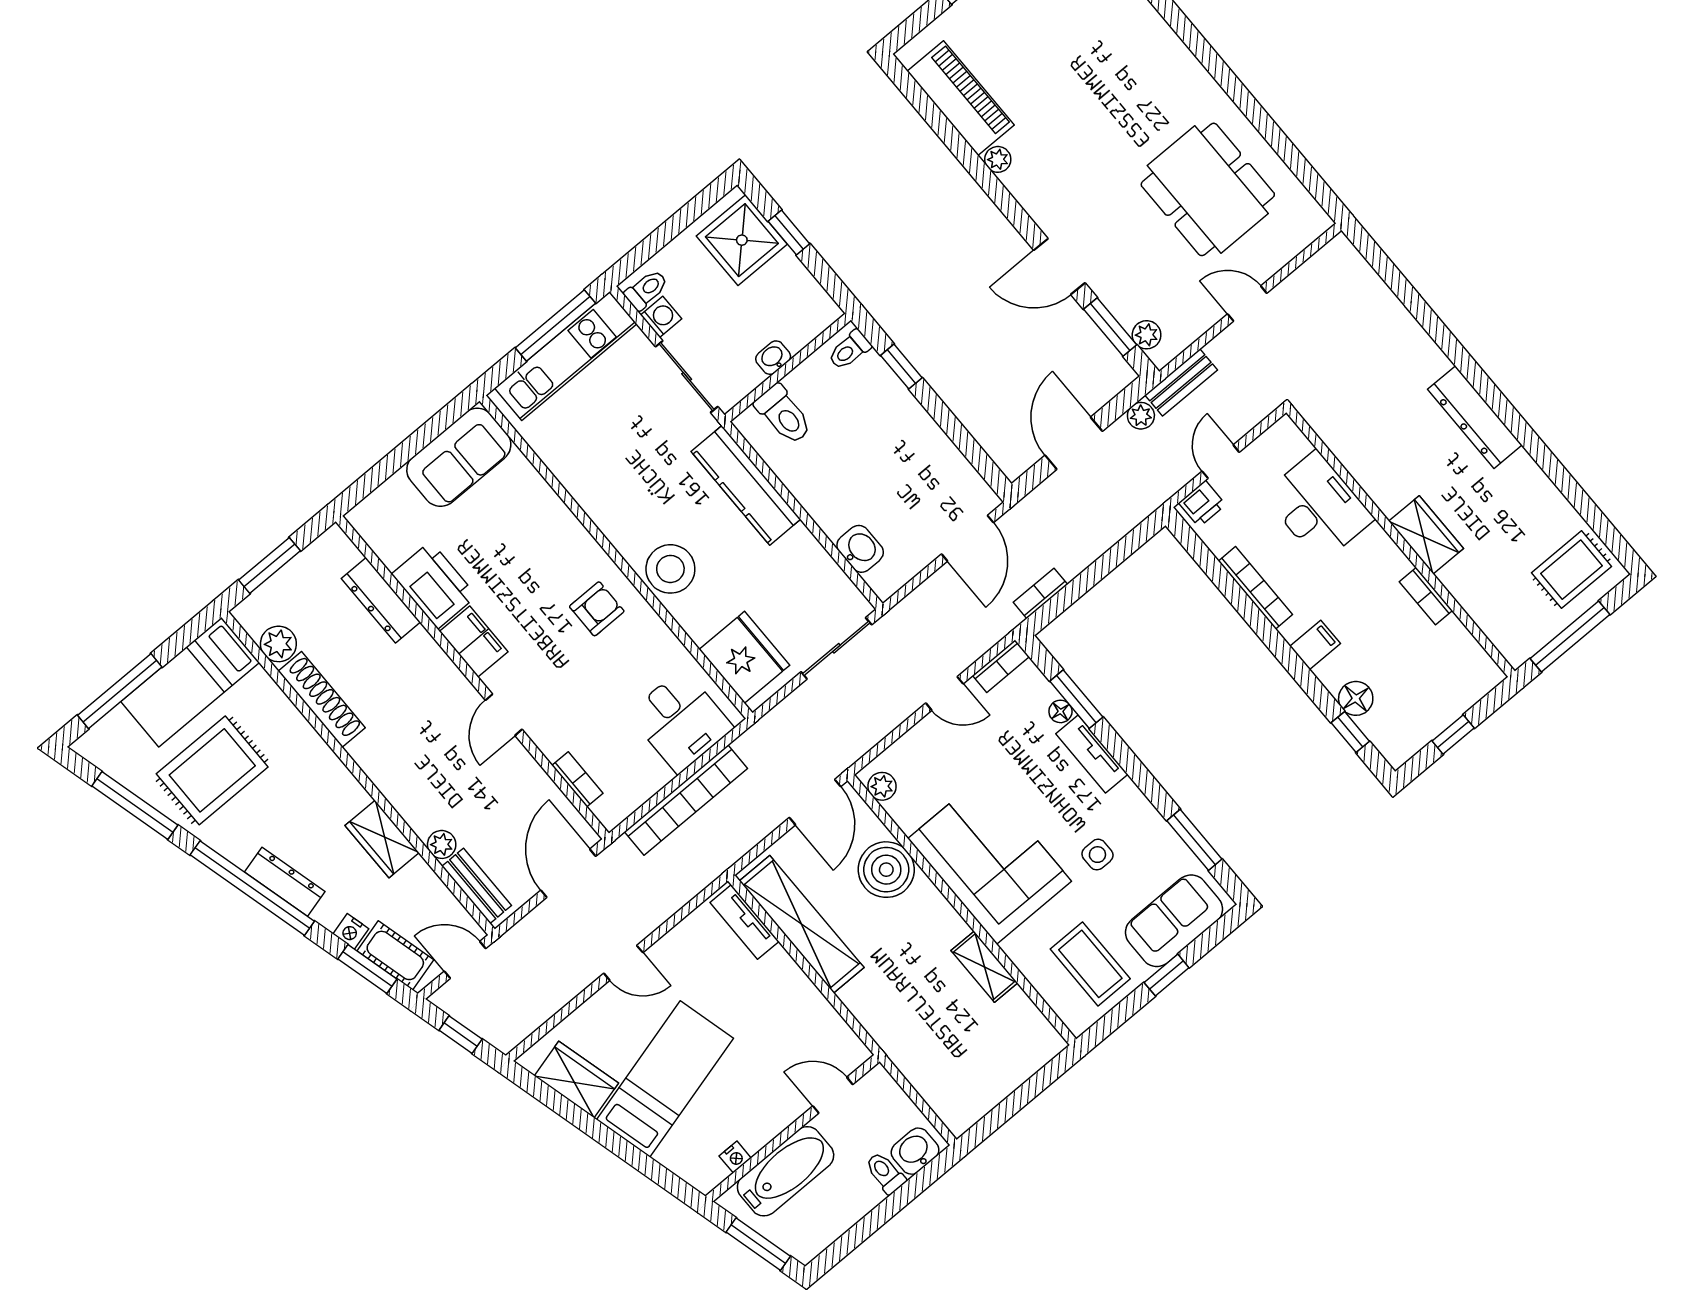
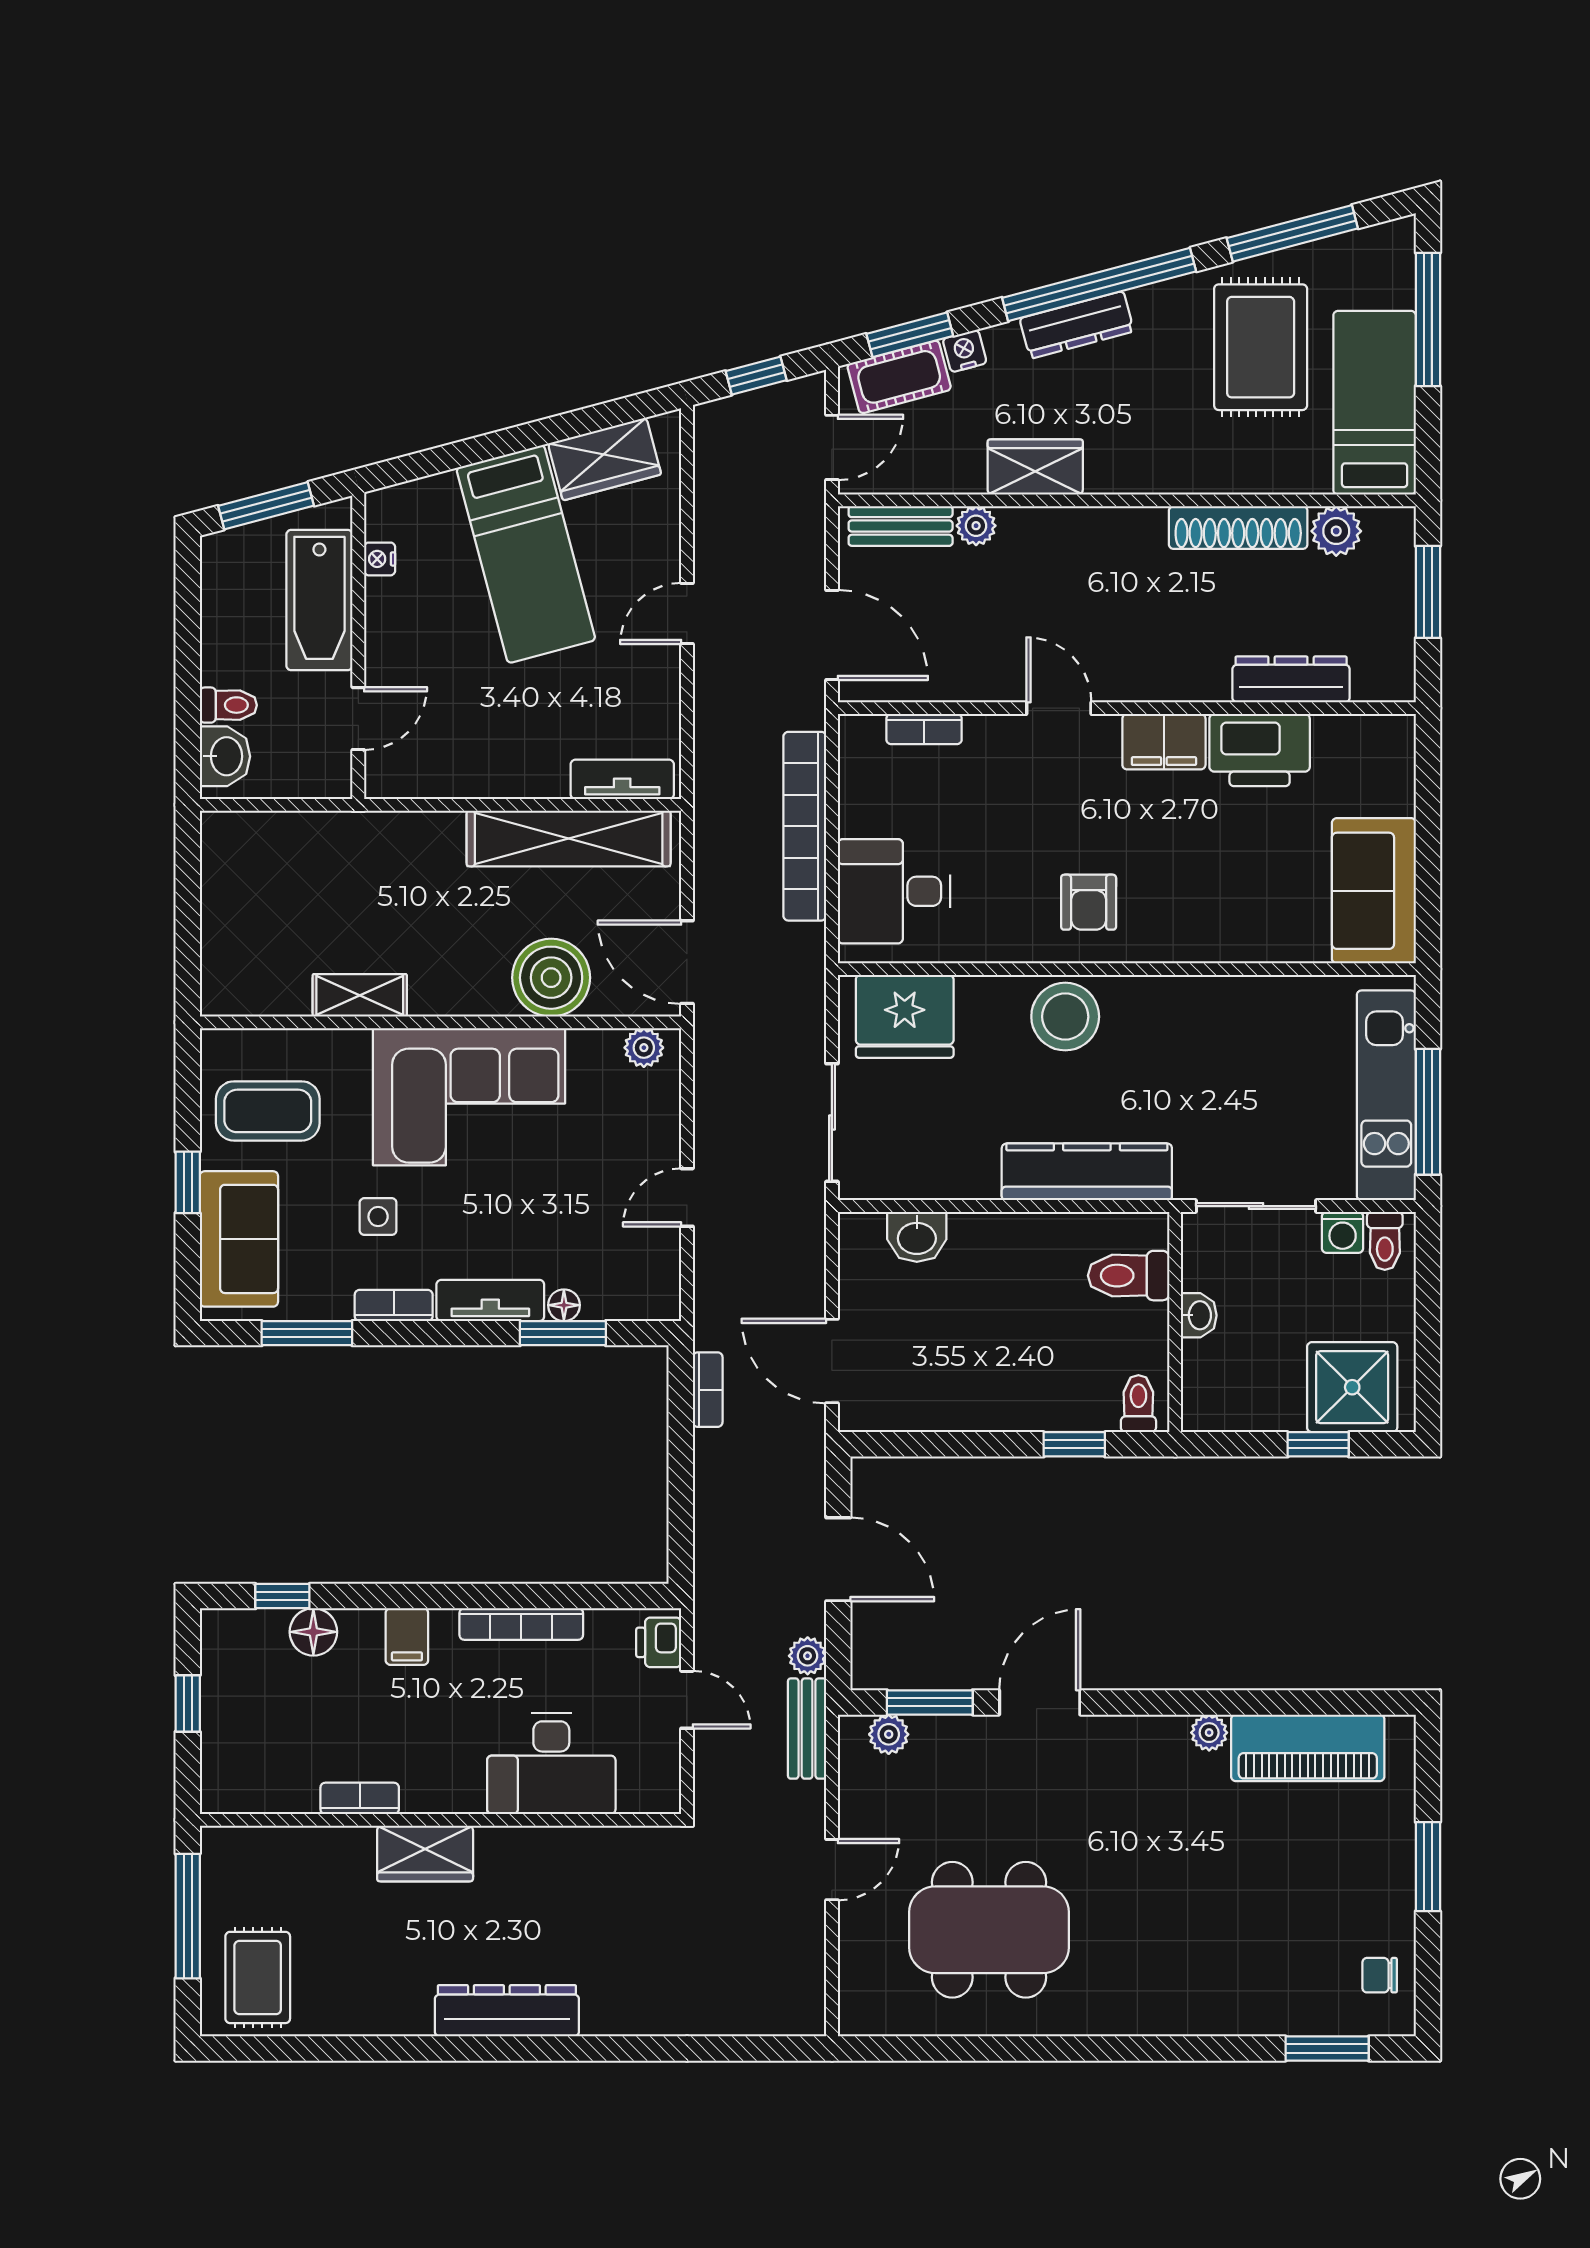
bookcase: (1001, 666) -> (394, 1305), moved, turned 90

